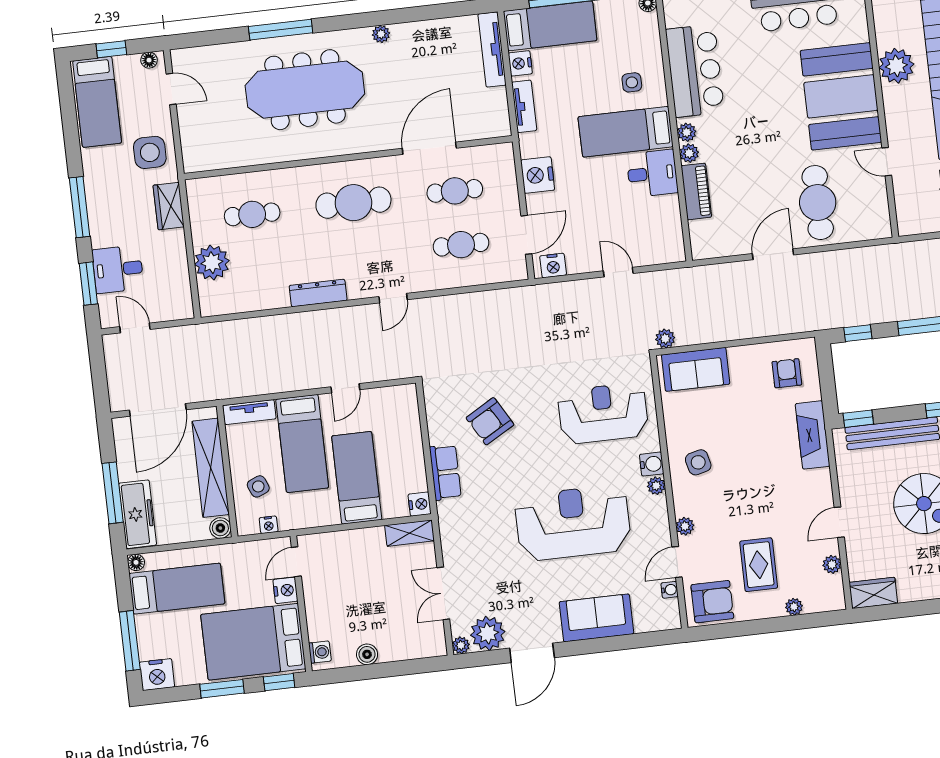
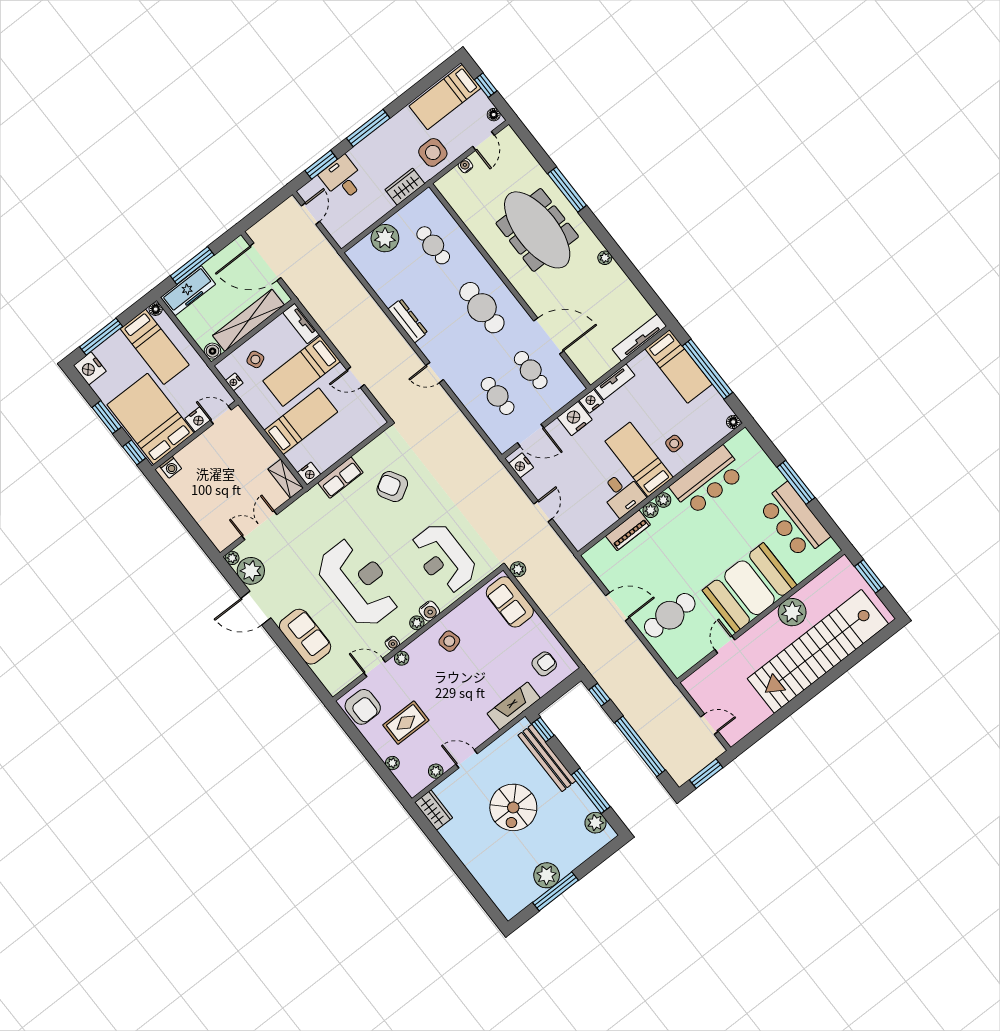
nightstand: (520, 63) -> (591, 401), moved
water cooler: (186, 125) -> (465, 166), added
reception desk: (603, 413) -> (443, 558), turned 180
water cooler: (670, 590) -> (392, 643), moved
boiler: (367, 654) -> (188, 499), removed

